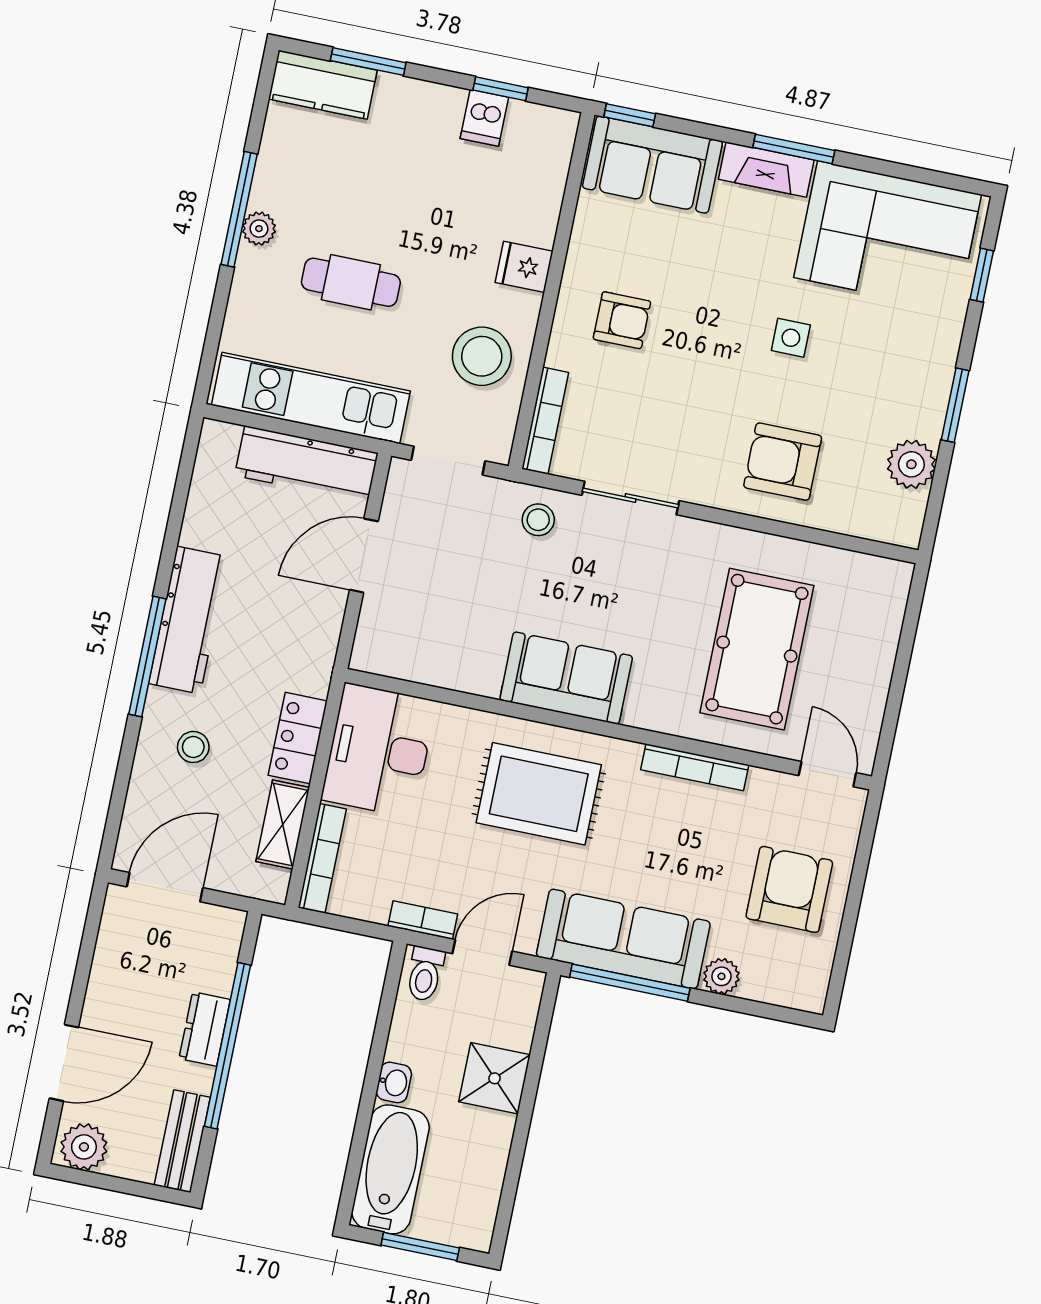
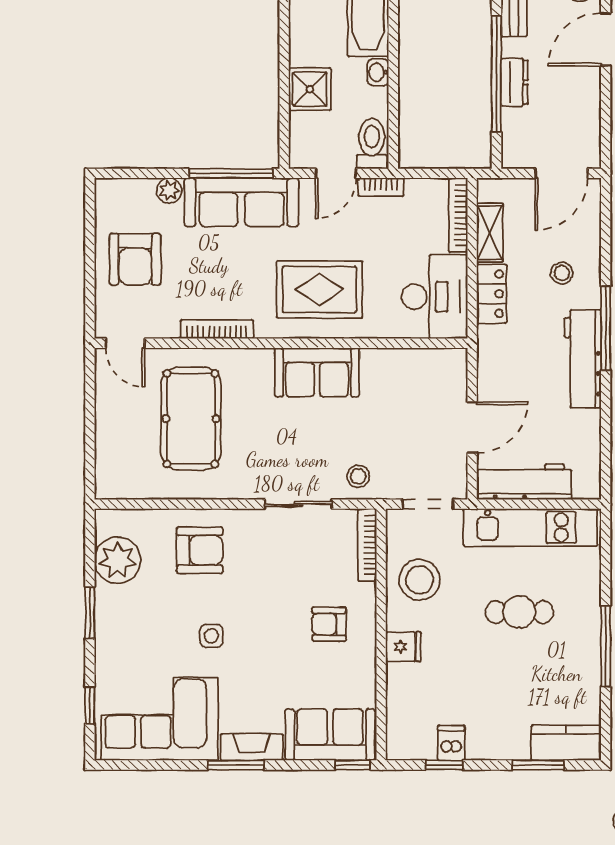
plant: (259, 229) -> (589, 636), removed
plant: (911, 464) -> (118, 560), width x1.36, depth x1.36
toilet: (425, 974) -> (372, 144), width x1.37, depth x1.39

